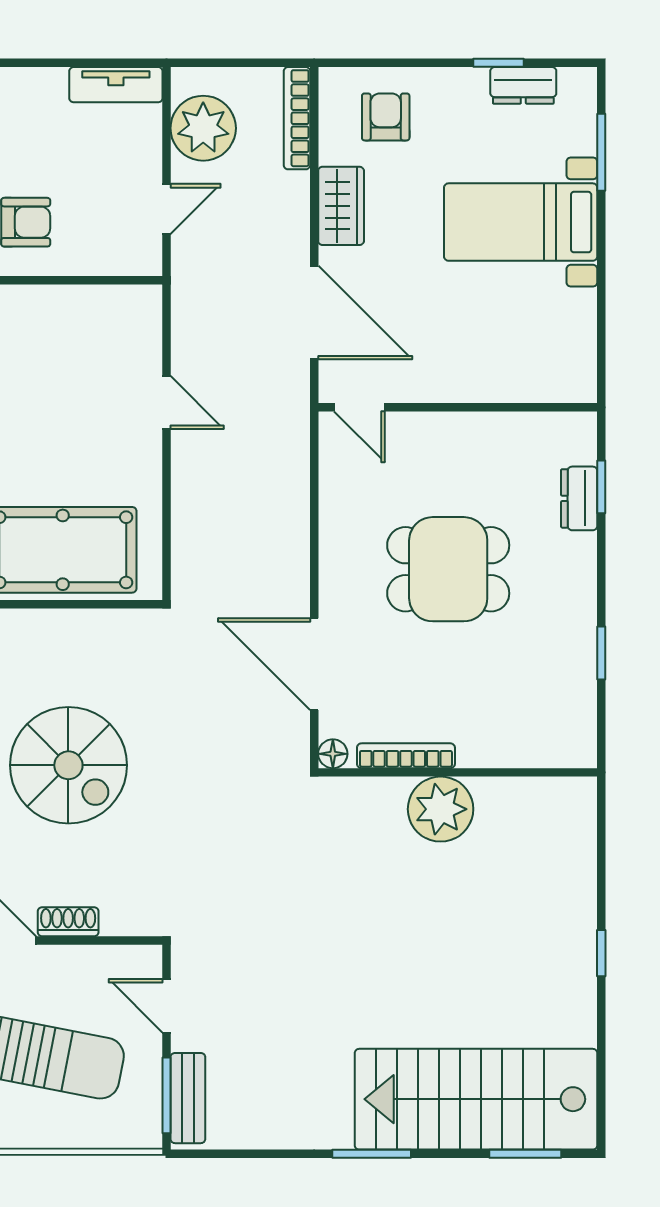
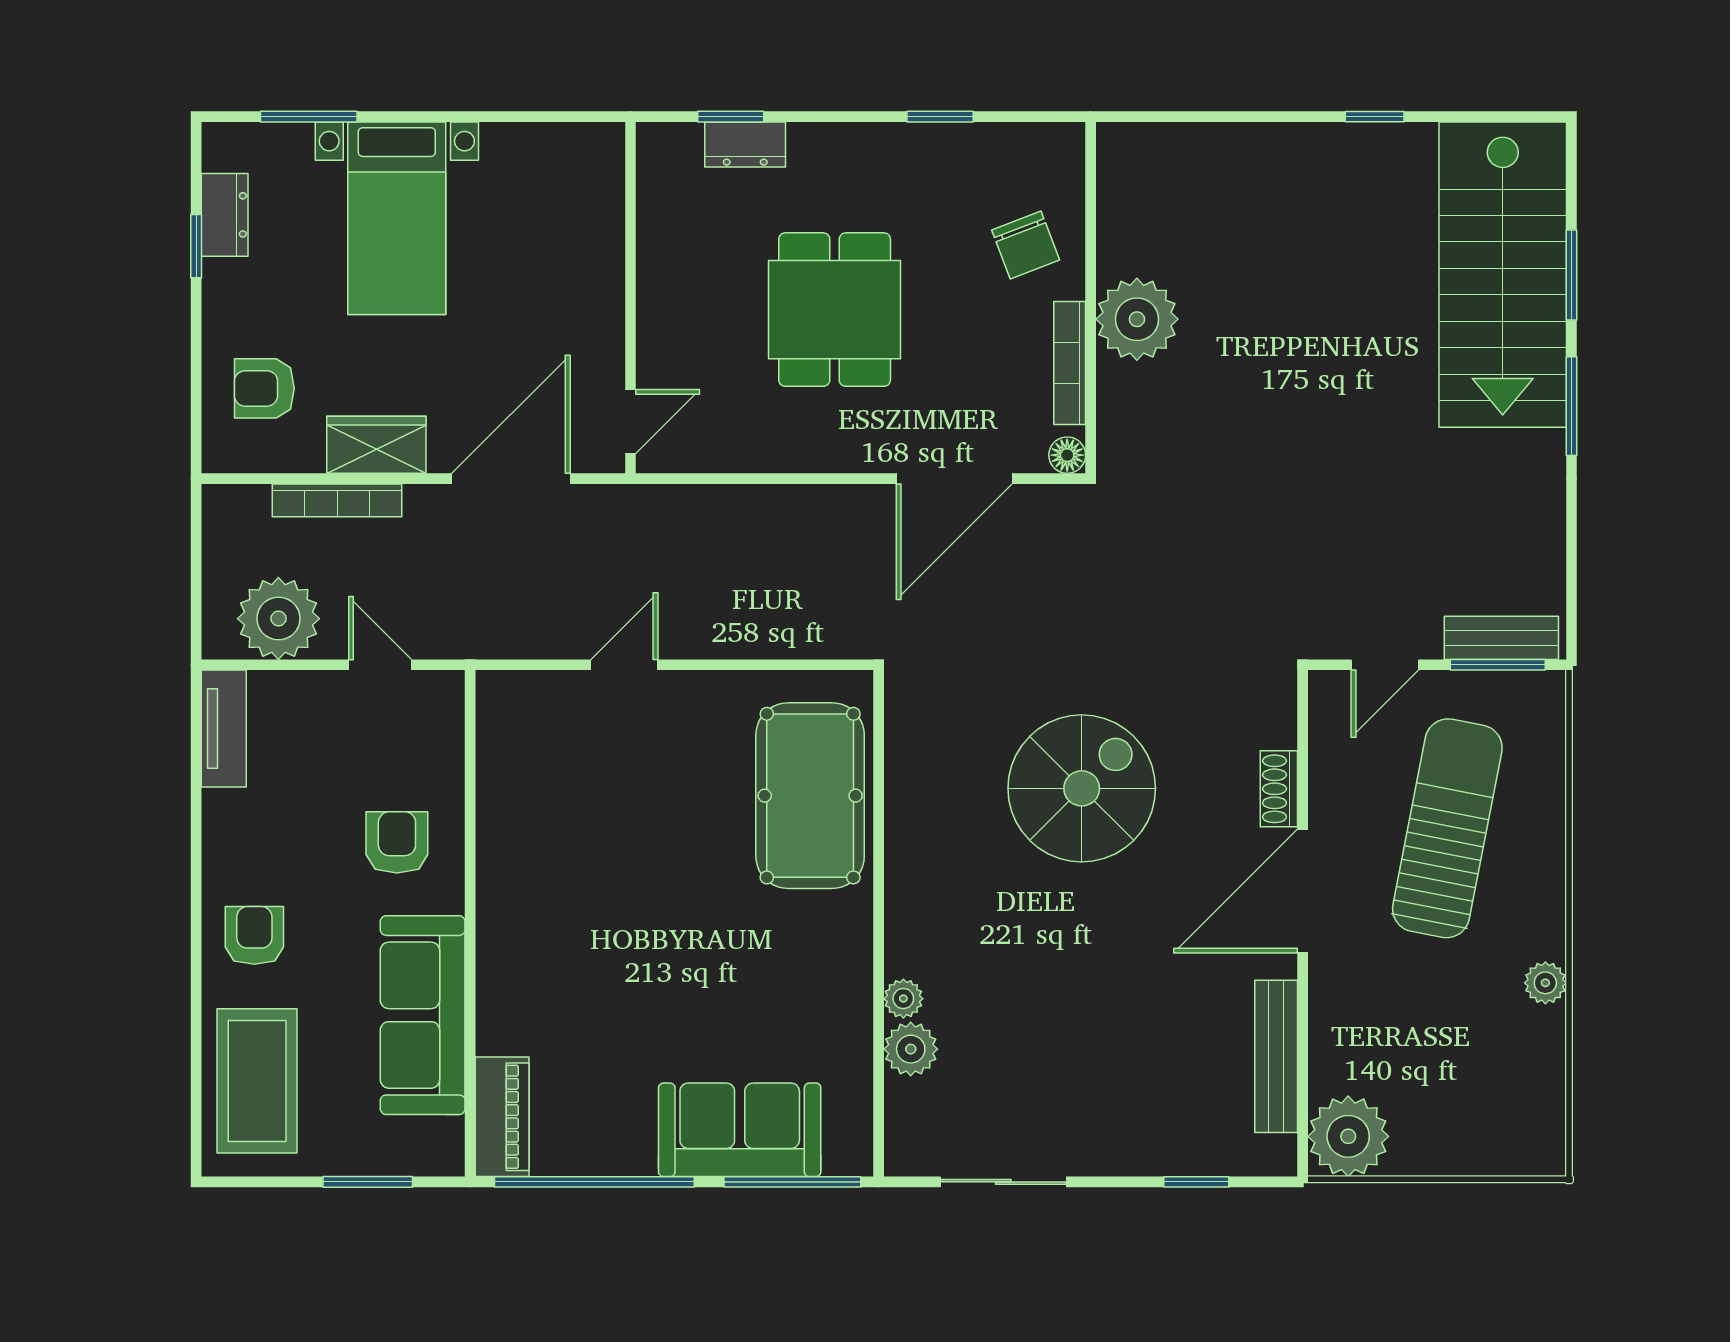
bookcase: (297, 118) -> (337, 500), moved
chair: (499, 721) -> (1026, 245), added
window: (601, 953) -> (1375, 117), moved
window: (525, 1154) -> (1572, 275), moved

